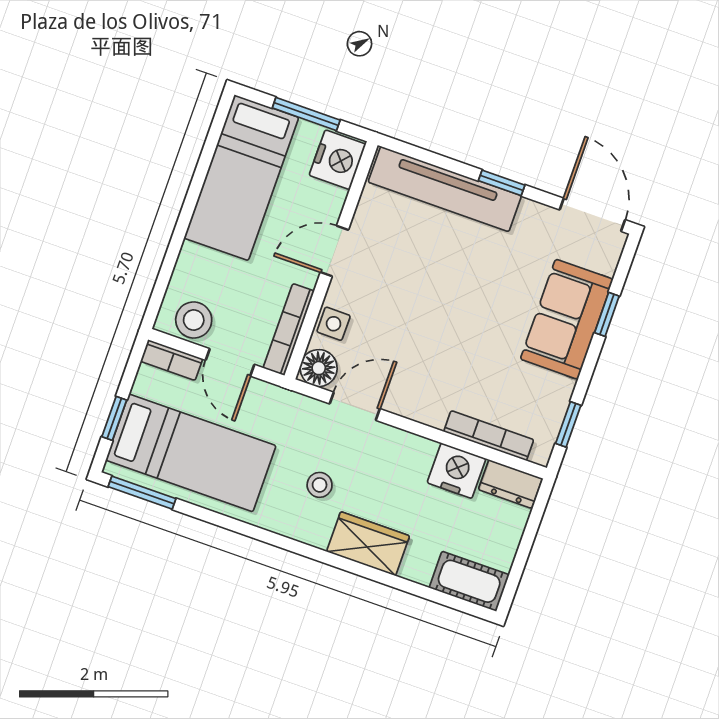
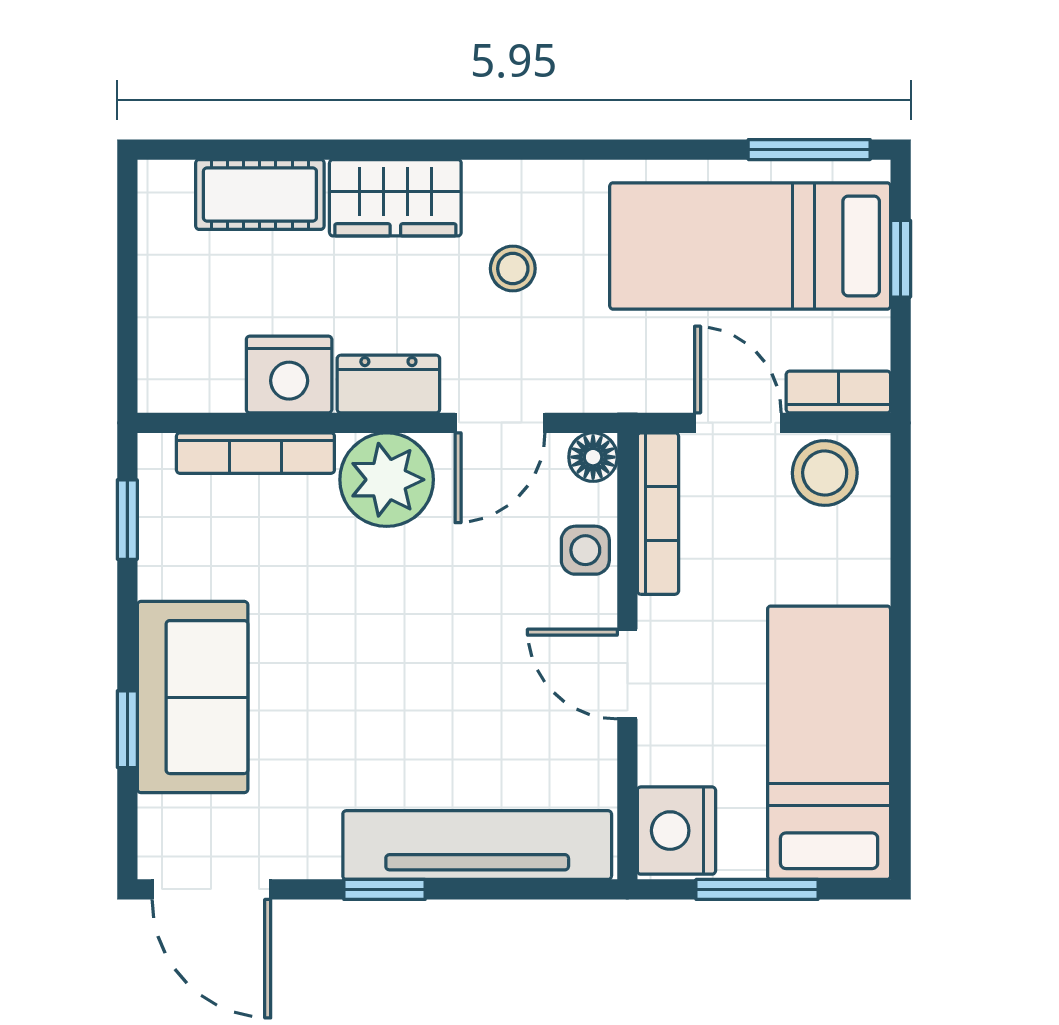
door: (334, 251) -> (627, 674), swing flipped
floor lamp: (319, 368) -> (593, 457), width x0.73, depth x0.73
plant: (425, 397) -> (387, 480), added
dresser: (510, 484) -> (388, 384), moved
cot: (469, 581) -> (260, 194), moved

